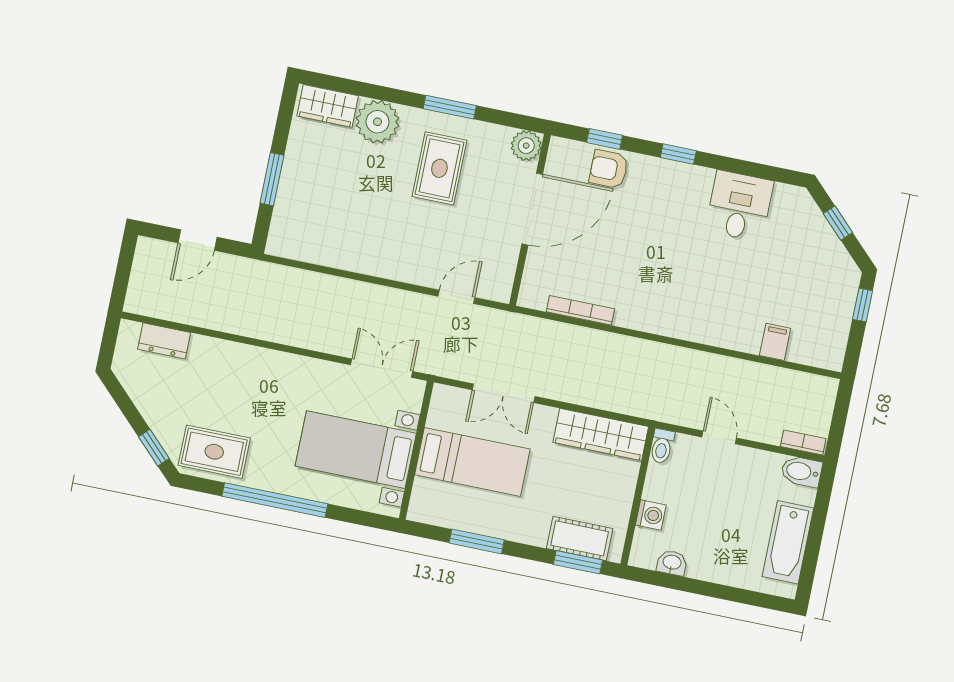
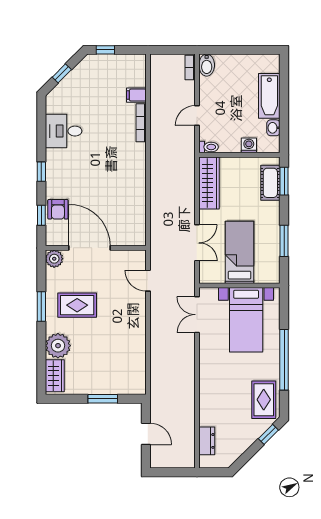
bookcase: (580, 310) -> (141, 123), moved
bathtub: (788, 542) -> (269, 96), moved, turned 90

